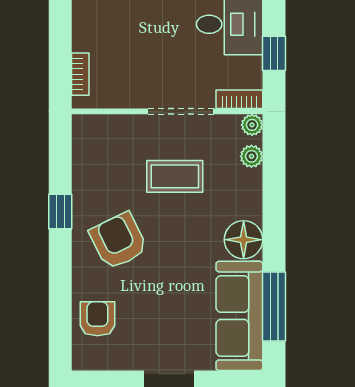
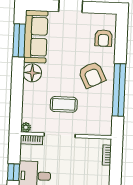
window: (274, 53) -> (14, 172), moved
plant: (251, 156) -> (27, 112), removed
window: (60, 212) -> (119, 90), width x3.17

